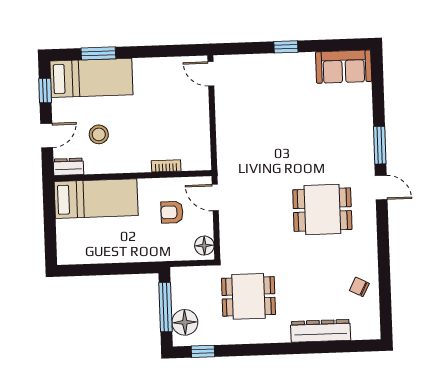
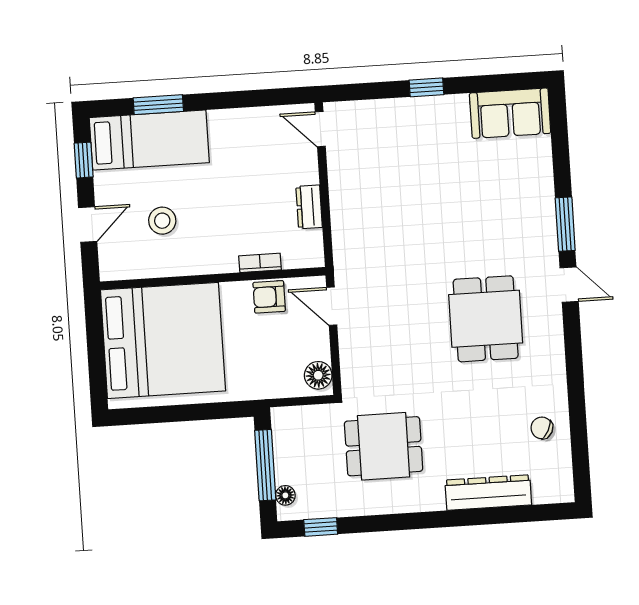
dresser: (68, 167) -> (309, 207), moved, turned -90
bed: (96, 199) -> (163, 340), width x2.04
dining table: (322, 210) -> (486, 319), turned 90
armchair: (172, 212) -> (269, 297), moved
floor lamp: (185, 322) -> (285, 495), width x0.53, depth x0.53

